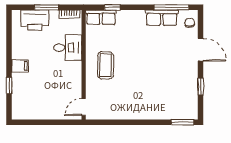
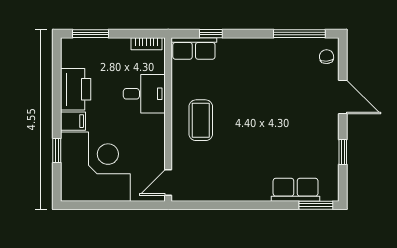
window: (46, 7) -> (91, 34), moved
row of seats: (162, 18) -> (296, 190), moved, turned 180
printer: (35, 20) -> (76, 89), moved, turned -90
corner desk: (35, 96) -> (95, 167), added

